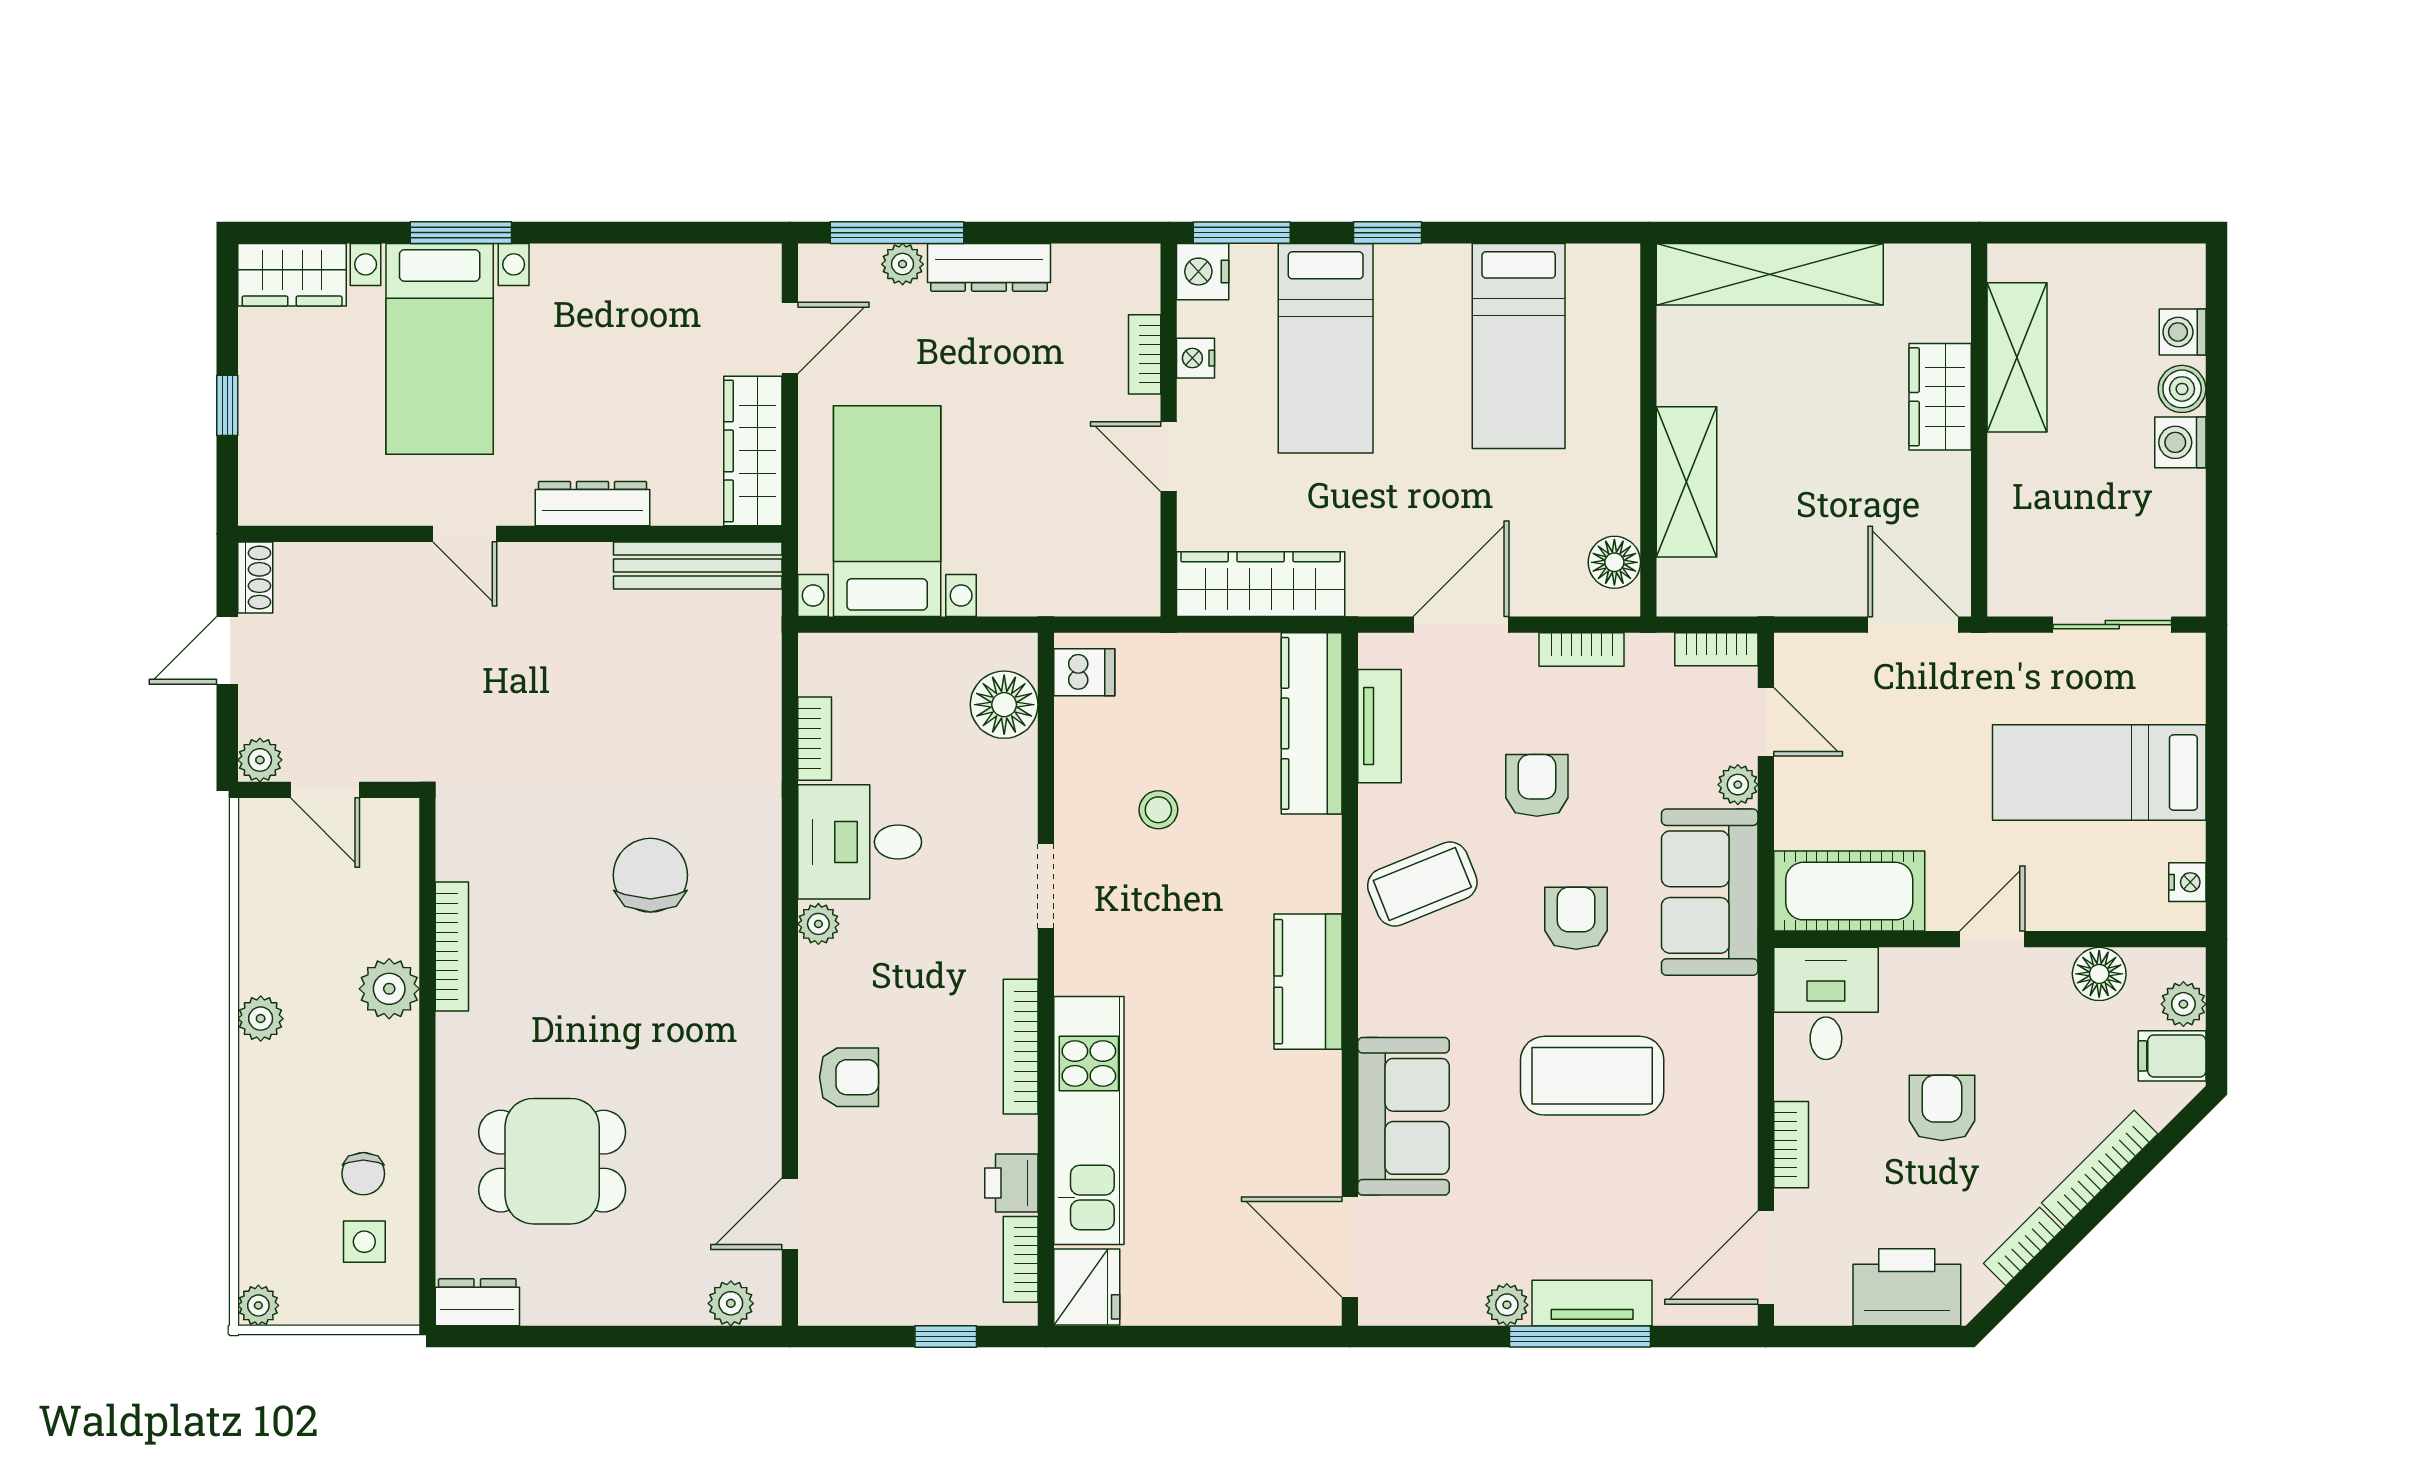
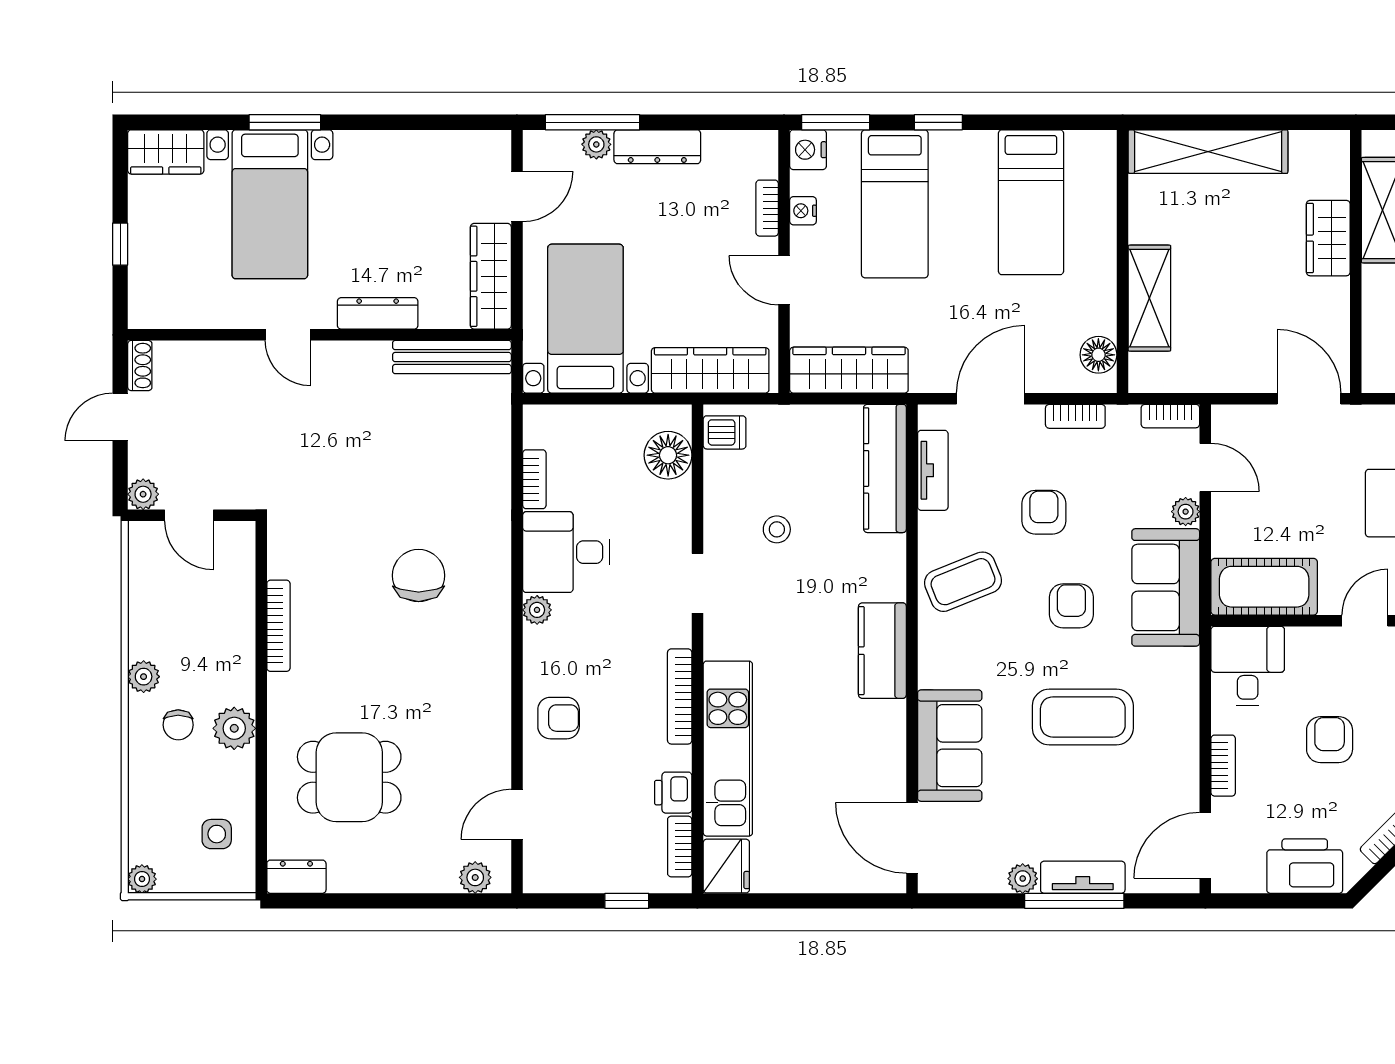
wardrobe: (1064, 584) -> (710, 370), added
plant: (389, 989) -> (234, 728), moved
chair: (363, 1174) -> (178, 725), moved

